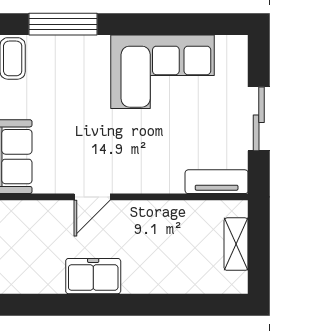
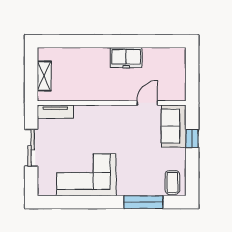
door: (92, 197) -> (147, 103), moved

